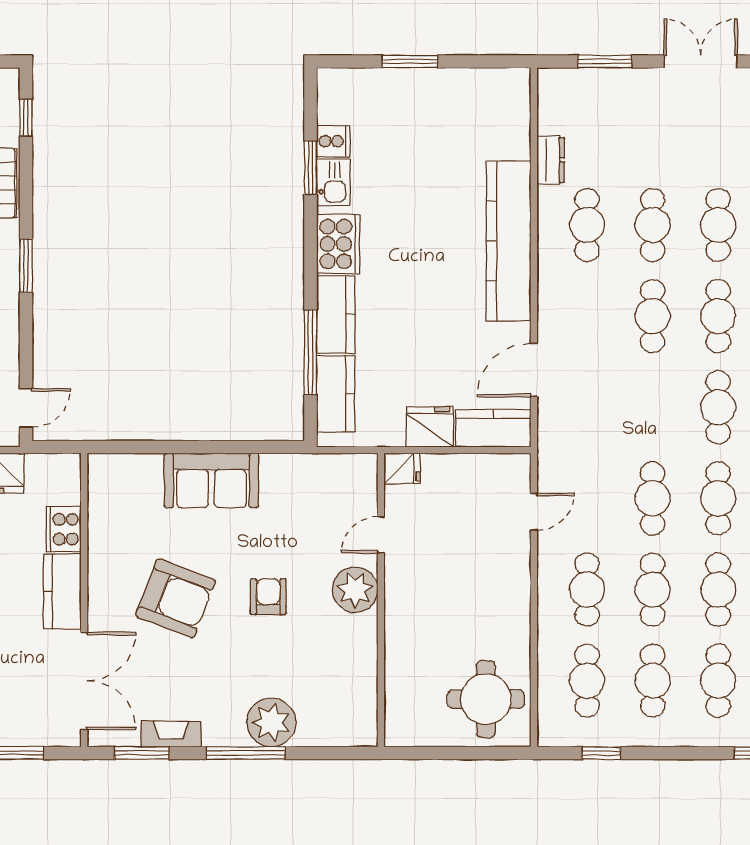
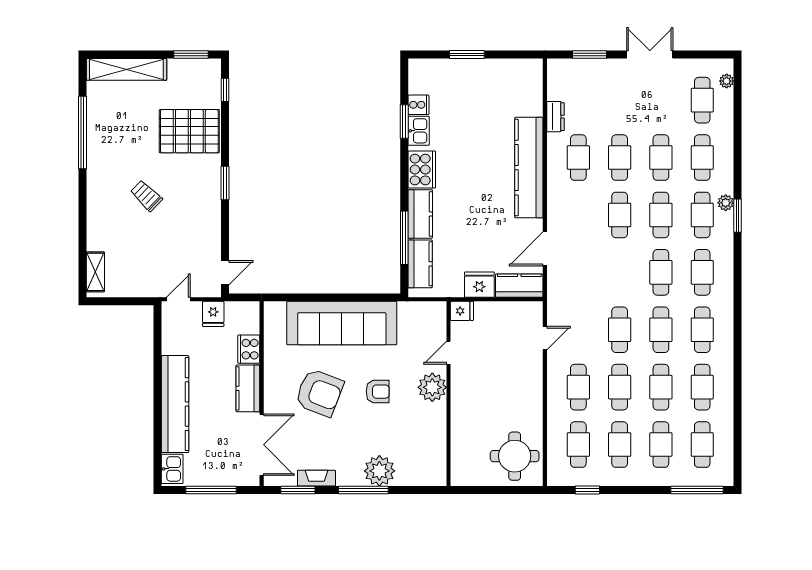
sofa: (211, 480) -> (342, 323), width x1.85, depth x1.27
armchair: (268, 597) -> (378, 392), turned 90

